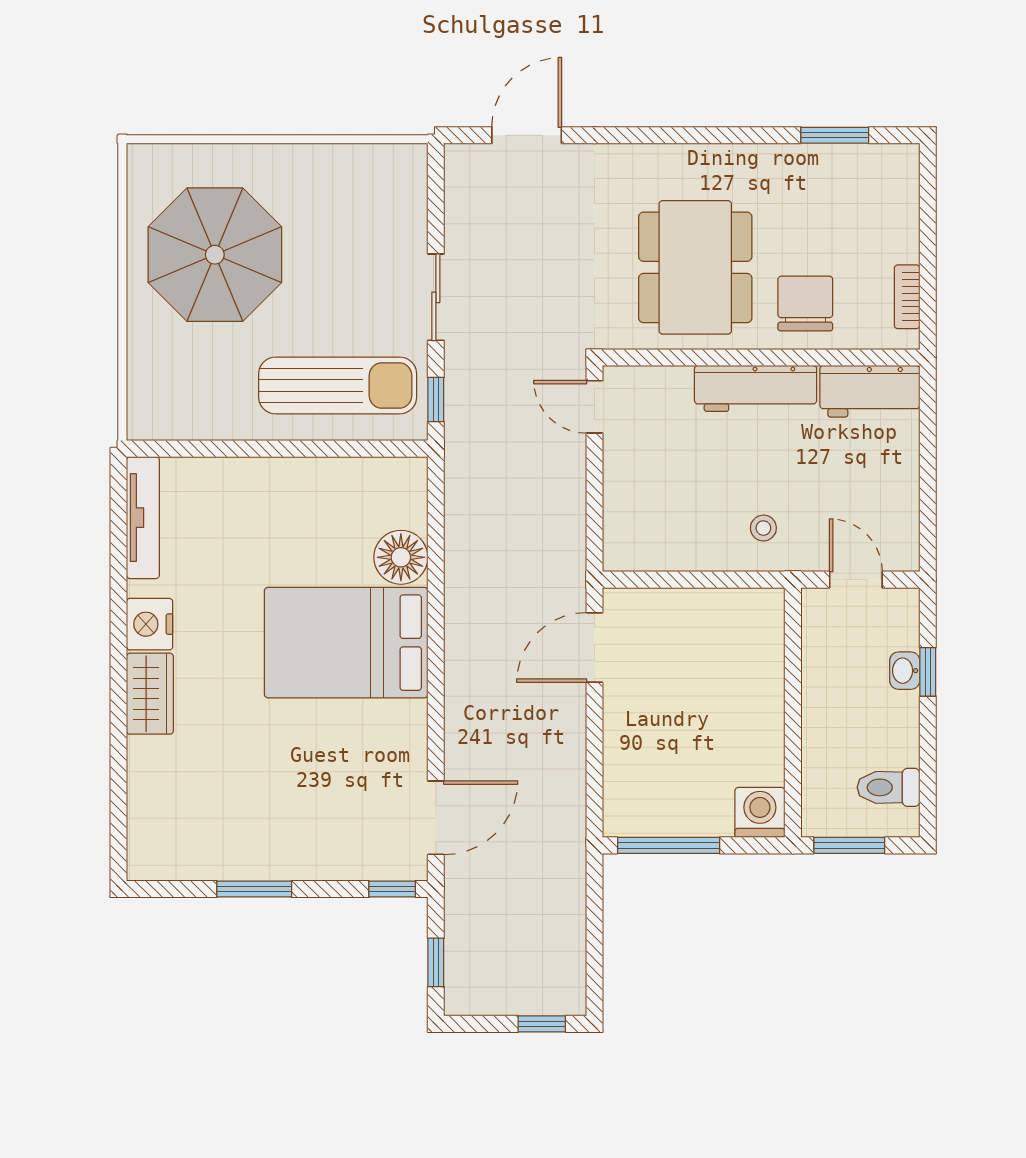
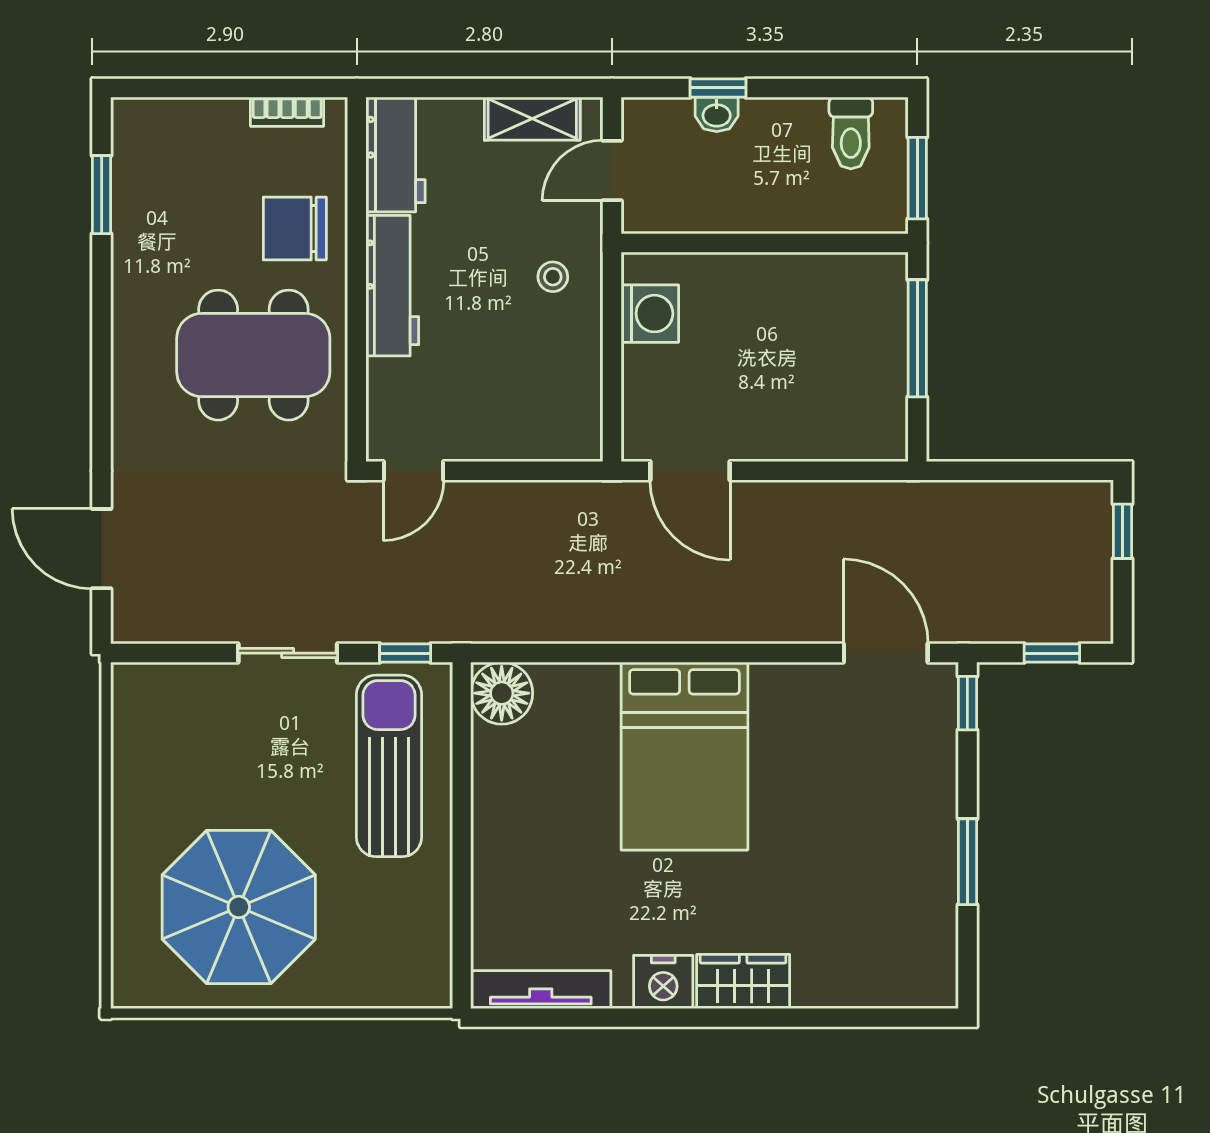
shelving: (901, 510) -> (532, 119), added
floor lamp: (401, 557) -> (502, 693), moved
washing machine: (760, 812) -> (650, 314), moved, turned 180
window: (669, 845) -> (917, 338), moved

